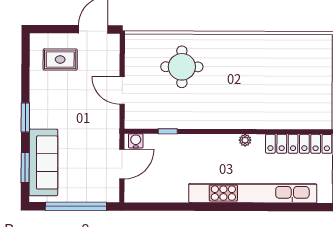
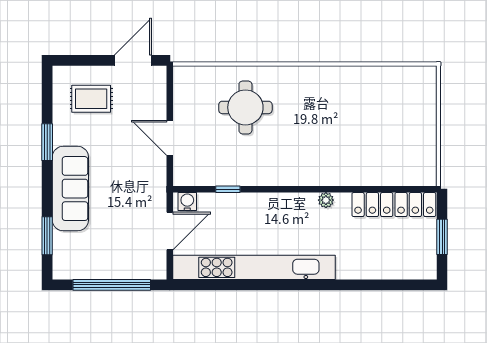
window: (25, 118) -> (47, 142), moved
sofa: (43, 162) -> (70, 189), moved
kitchen unit: (253, 193) -> (254, 267), moved

